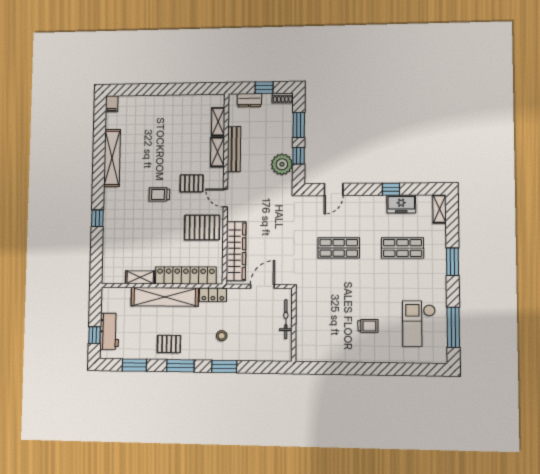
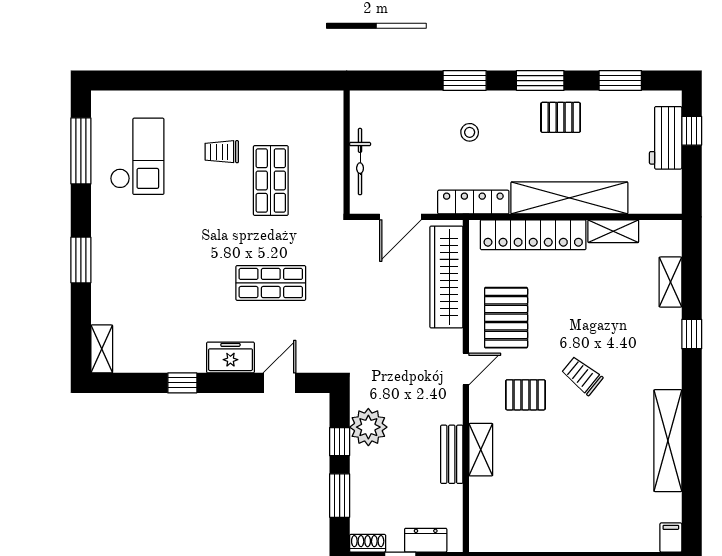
shelving: (218, 122) -> (670, 282), moved
bench: (234, 149) -> (452, 454), width x0.73
trolley: (159, 194) -> (582, 376), turned -141
door: (225, 198) -> (466, 369), hinge flipped
freezer: (401, 204) -> (230, 358), moved
pallet: (202, 228) -> (506, 318), turned 90
shop shelf: (402, 248) -> (271, 181), moved, turned 90
locker: (213, 295) -> (473, 202), width x1.53

